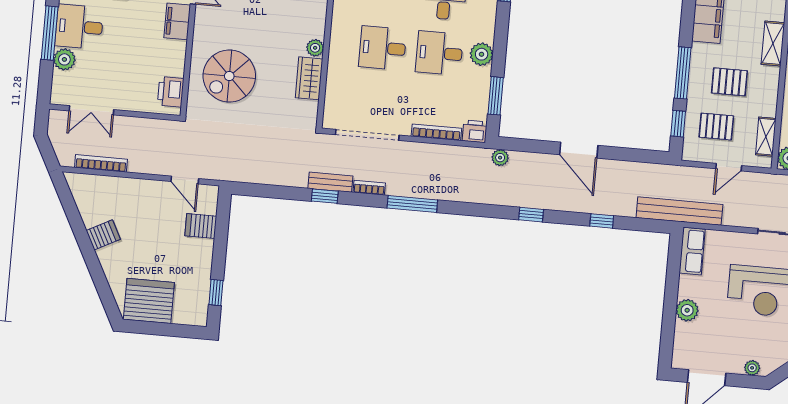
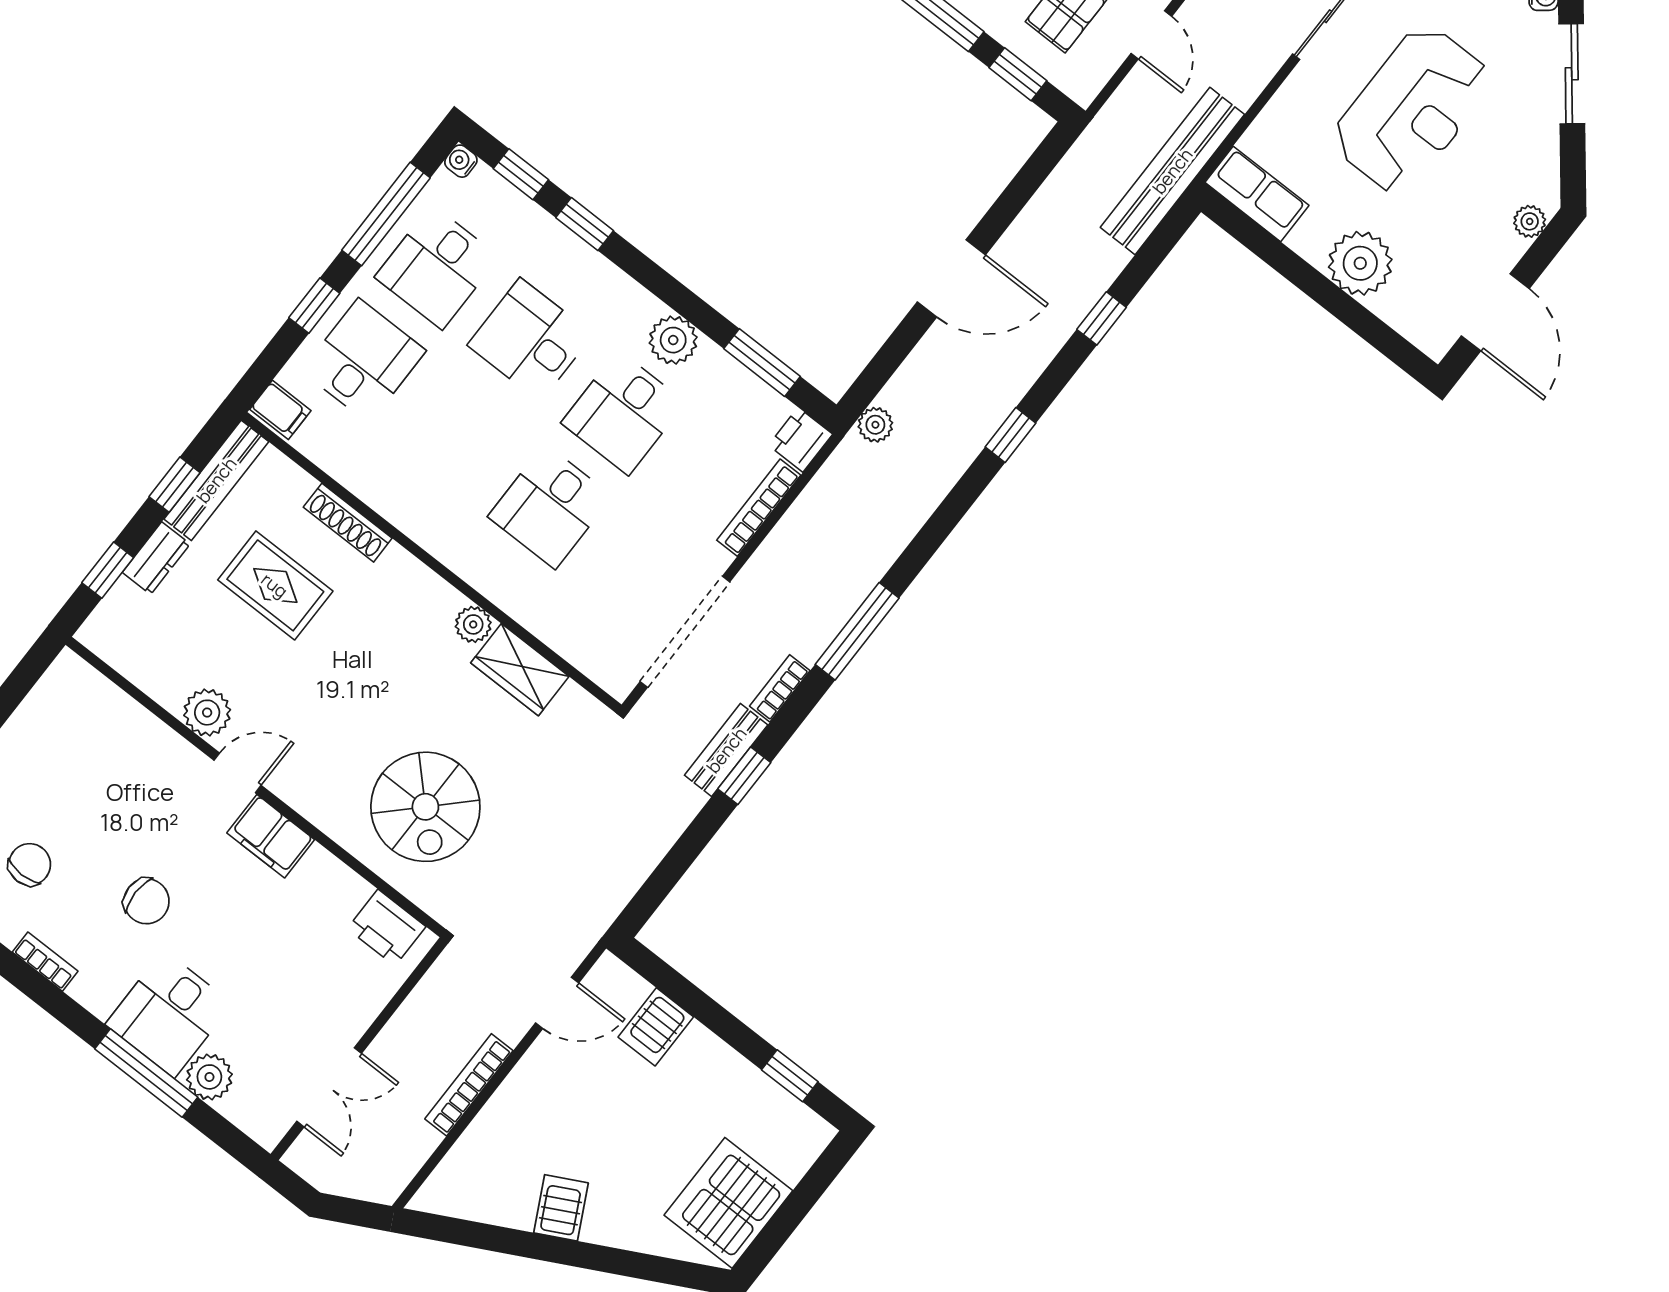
bookcase: (101, 163) -> (469, 1085), moved
plant: (687, 310) -> (1360, 263), width x1.36, depth x1.36

